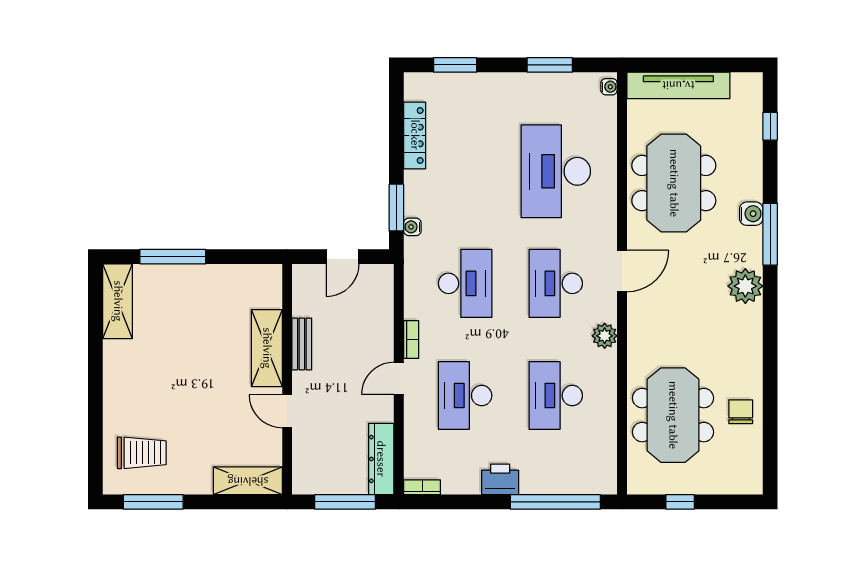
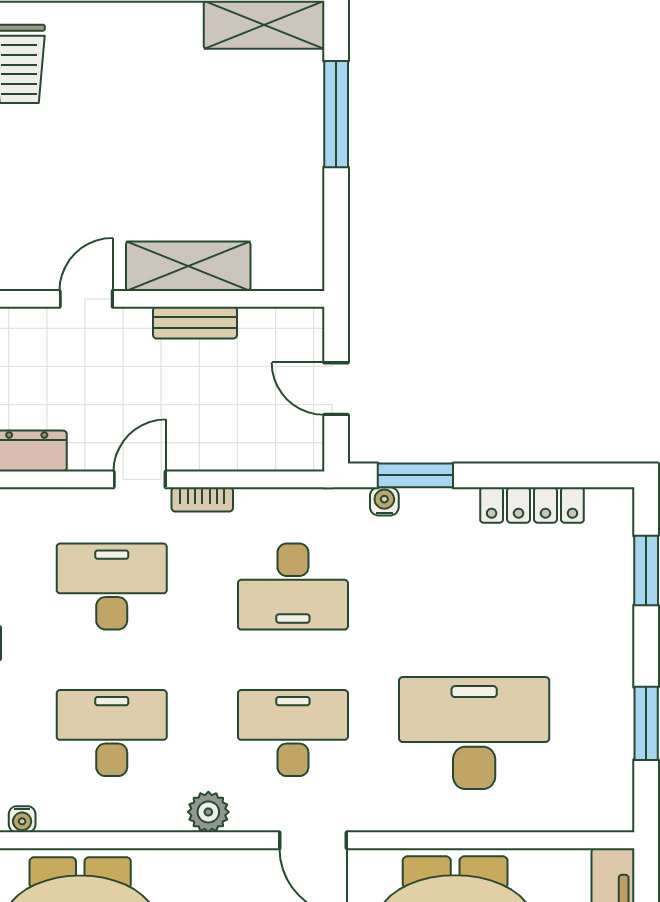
water cooler: (609, 87) -> (22, 819), moved
door: (399, 378) -> (140, 479), hinge flipped

